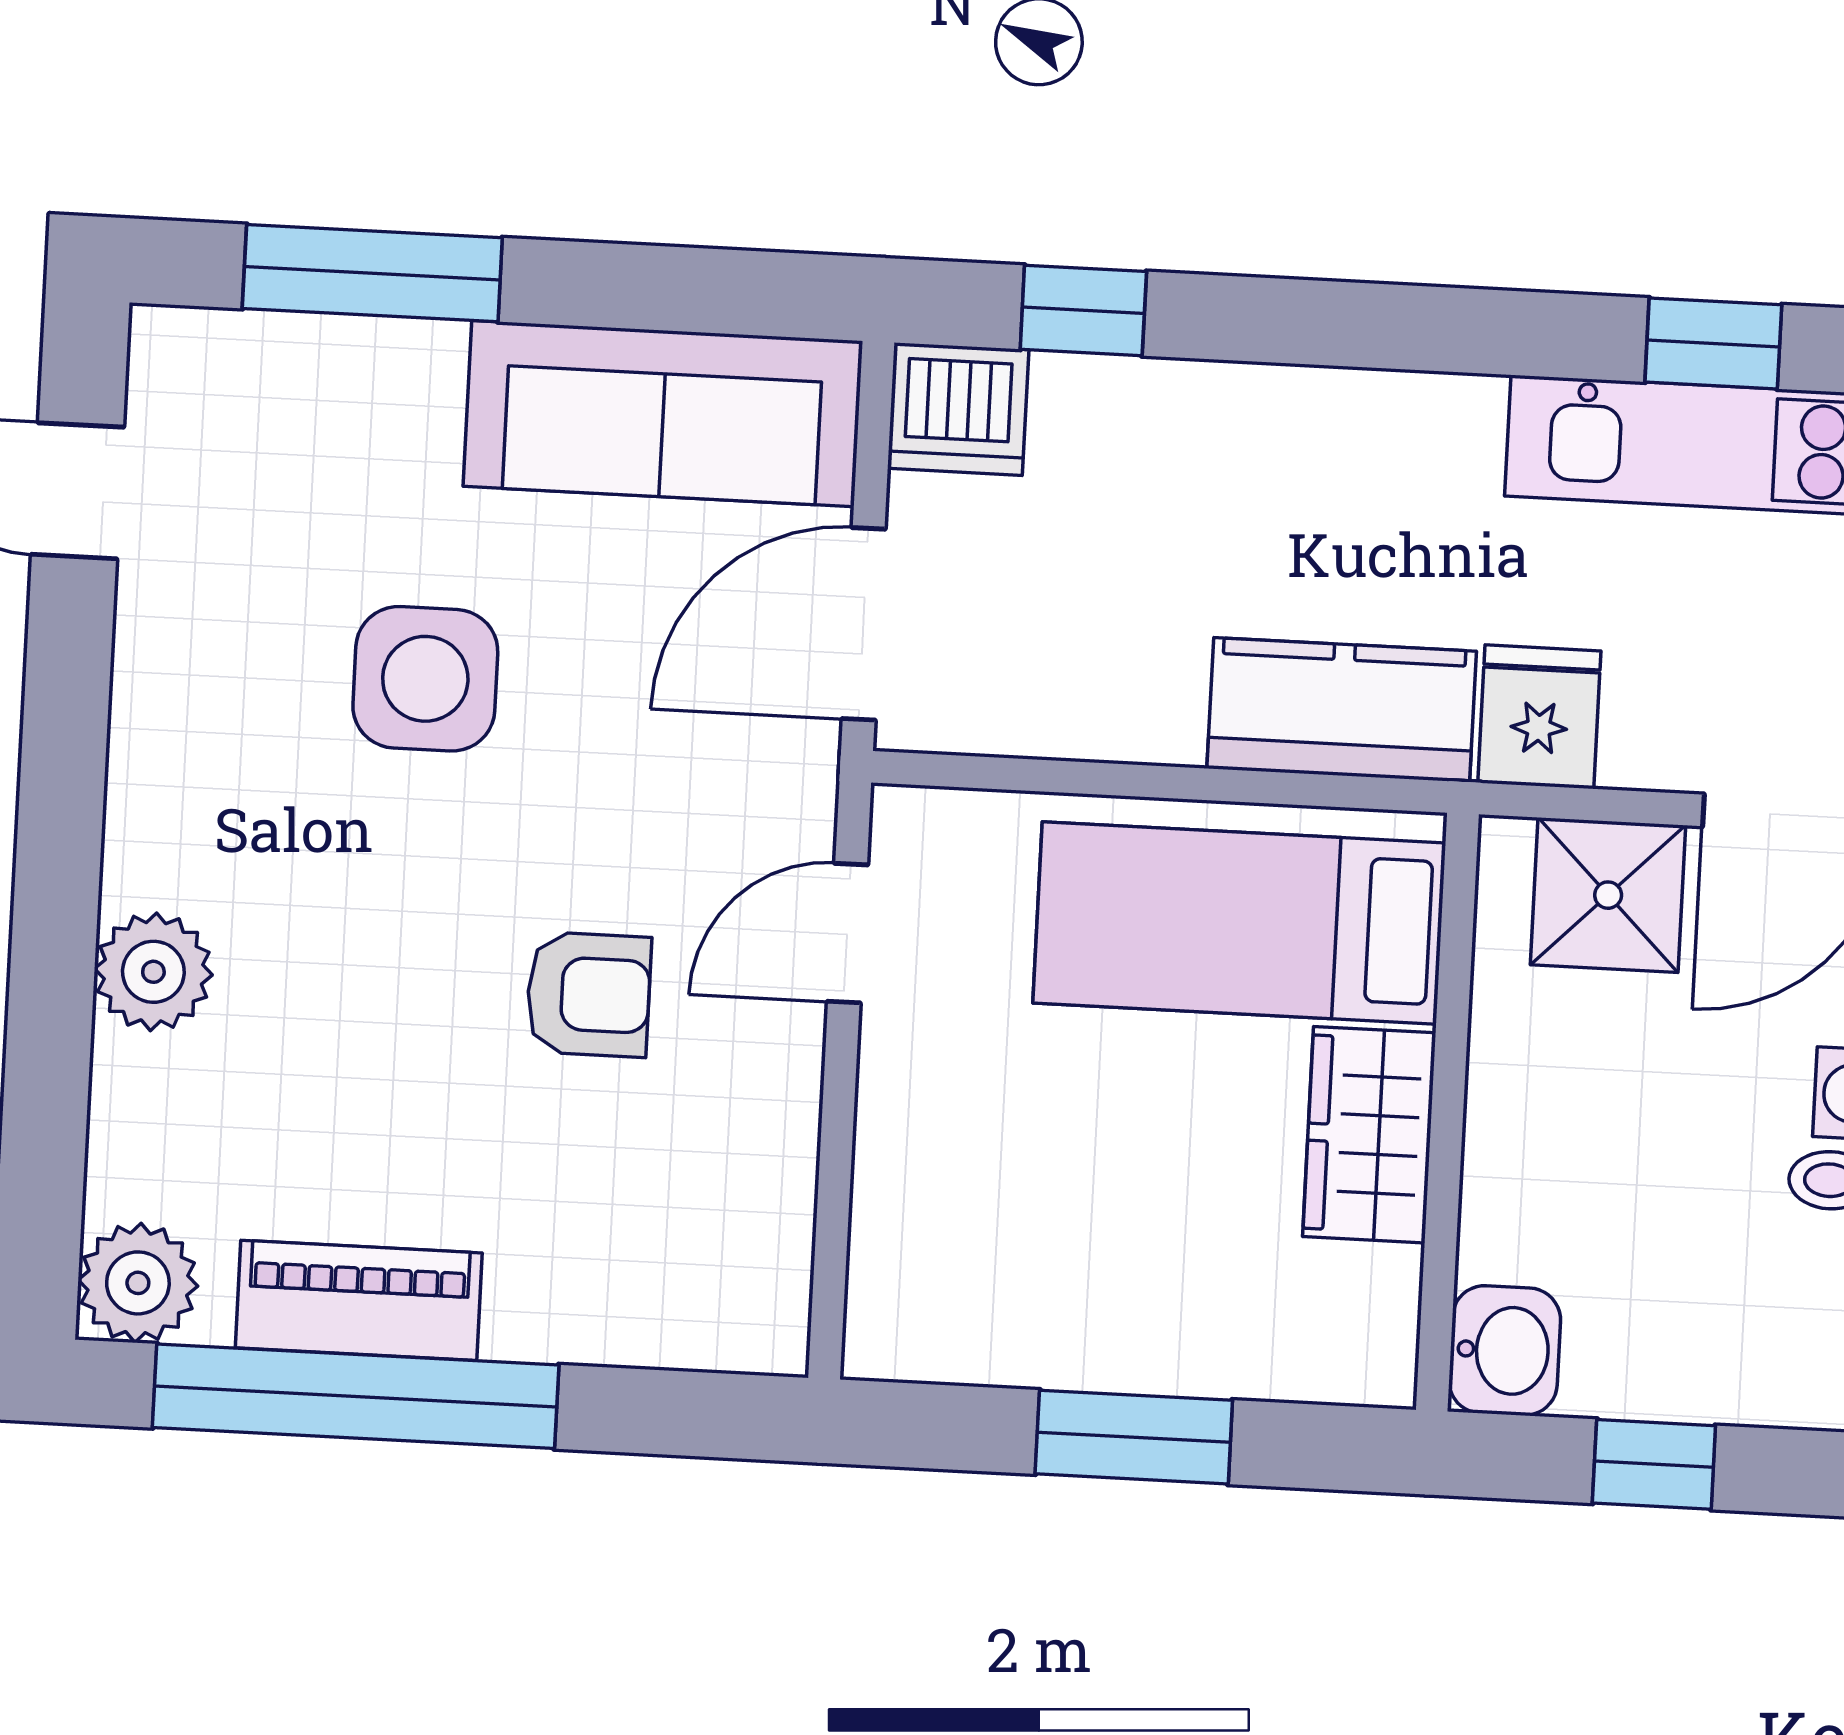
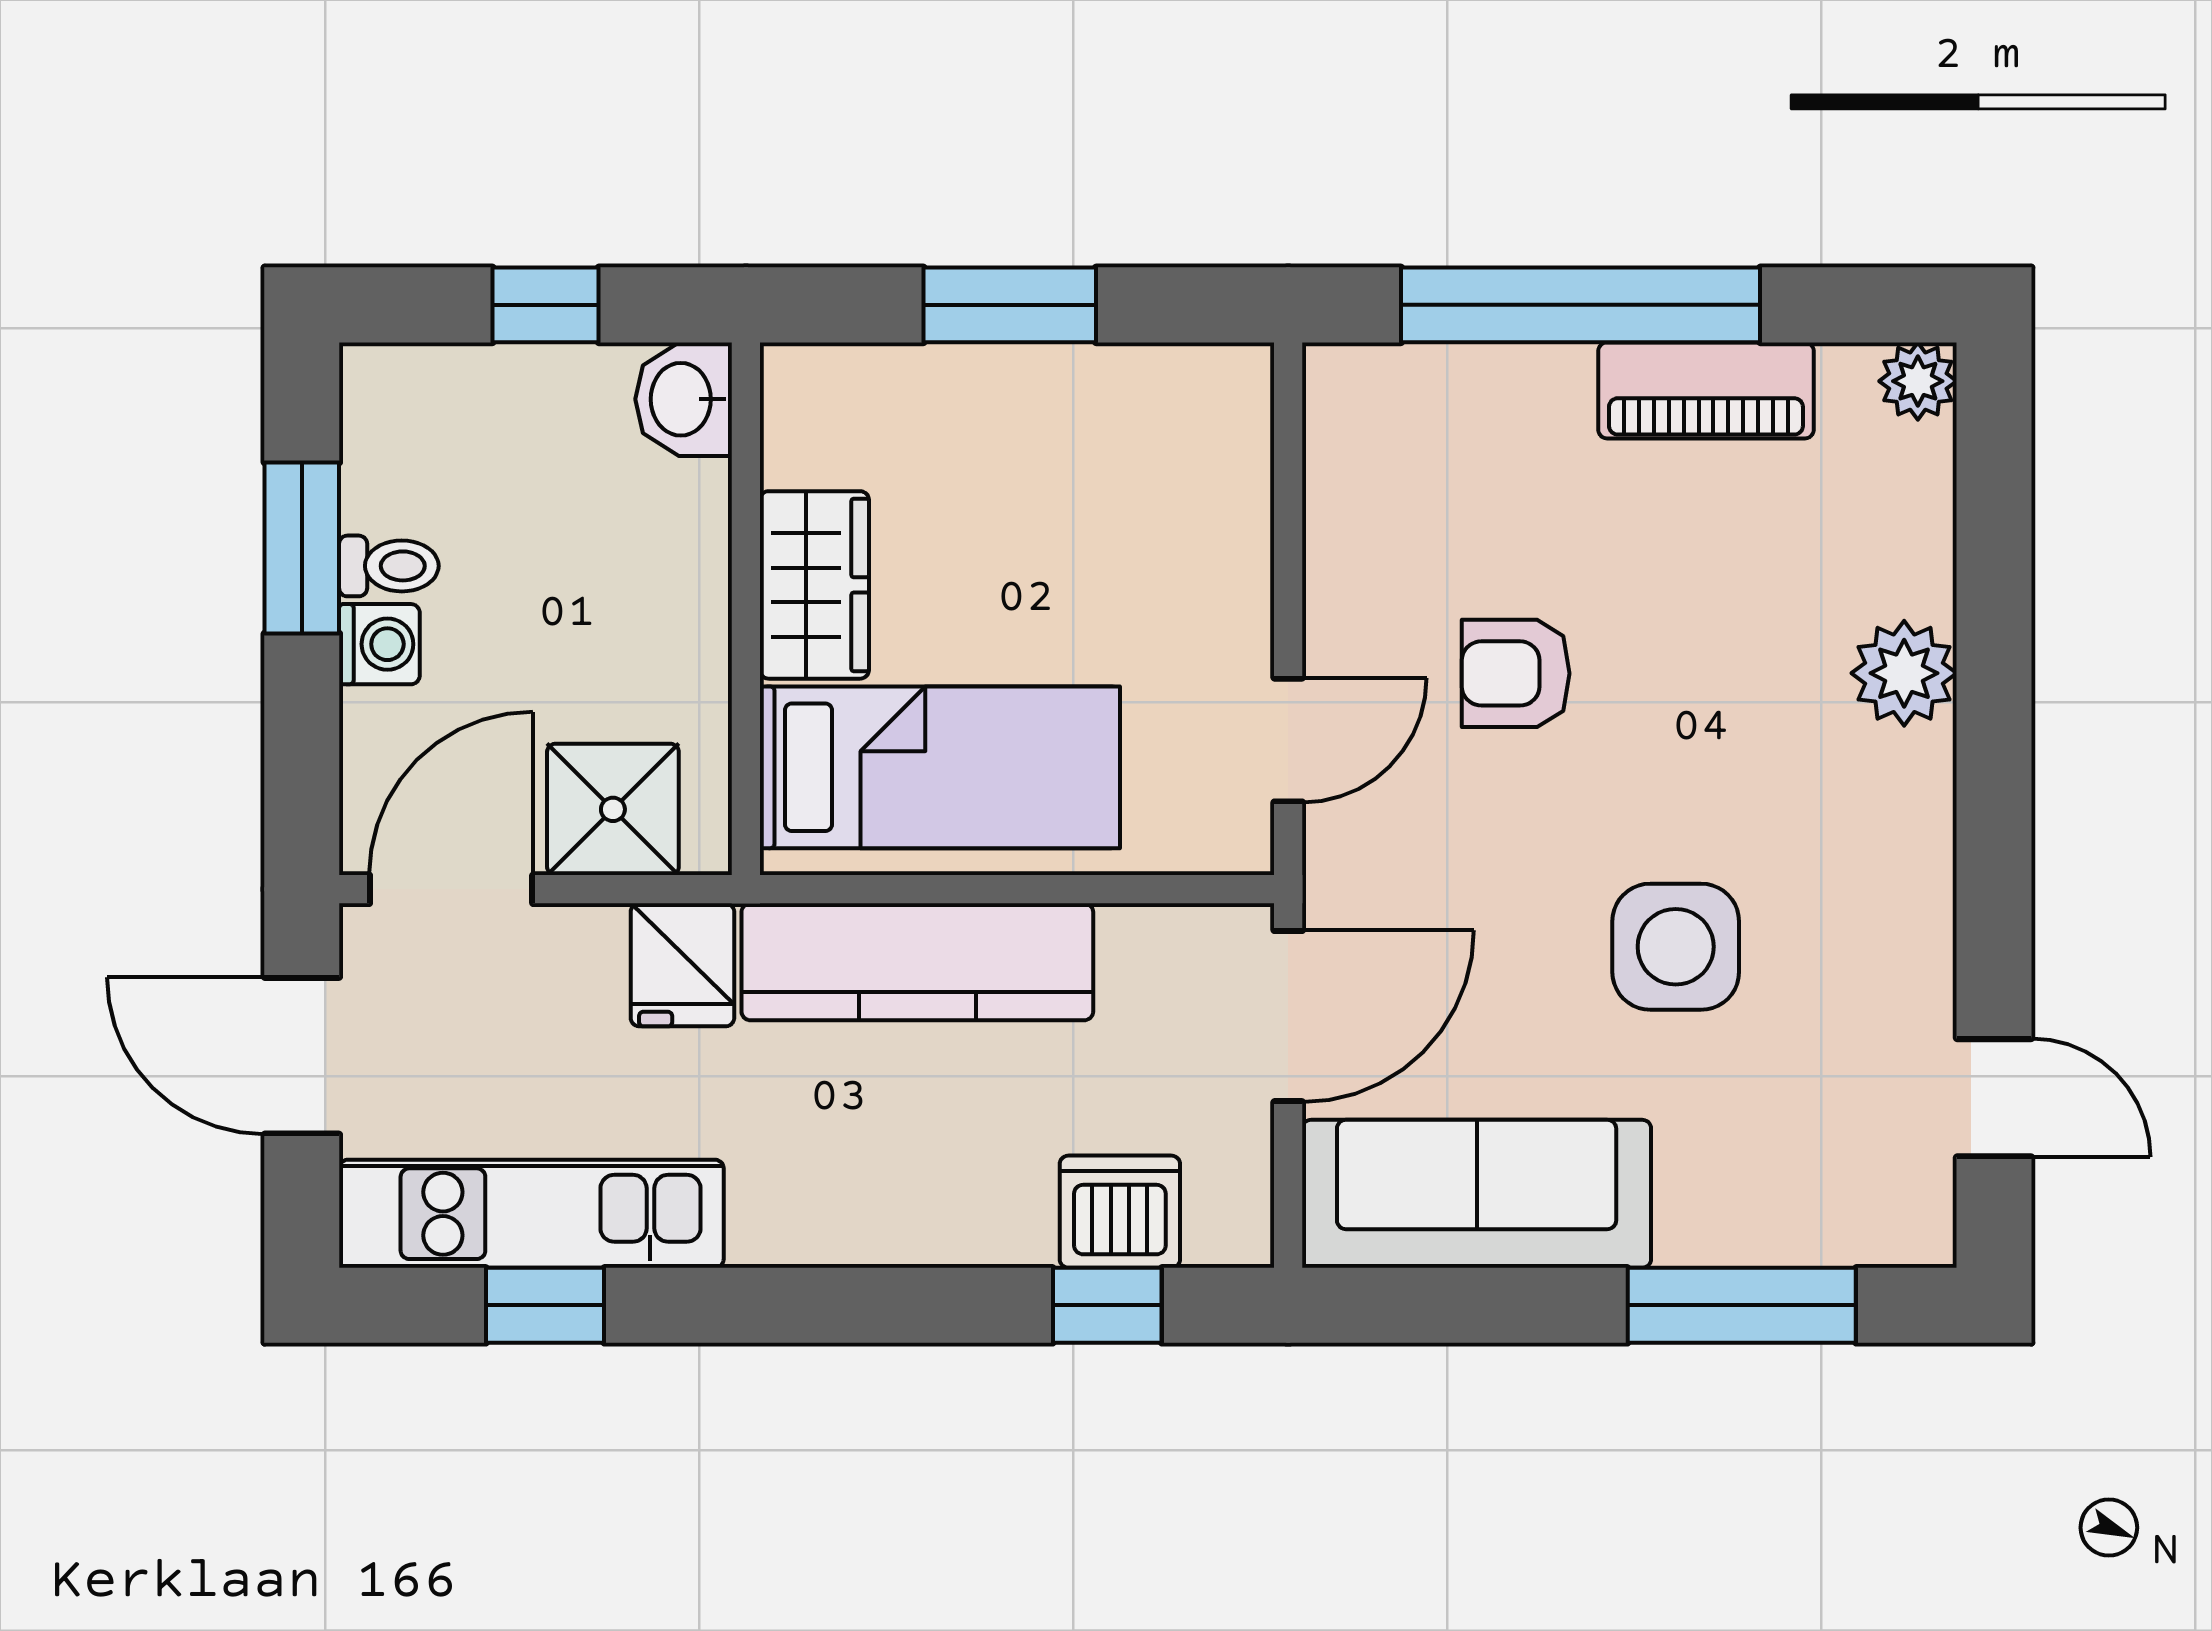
dishwasher: (958, 409) -> (1120, 1212), moved
kitchen counter: (1342, 710) -> (917, 962), width x1.50
plant: (138, 1283) -> (1918, 381), width x0.73, depth x0.73
window: (356, 1396) -> (1581, 305), moved

